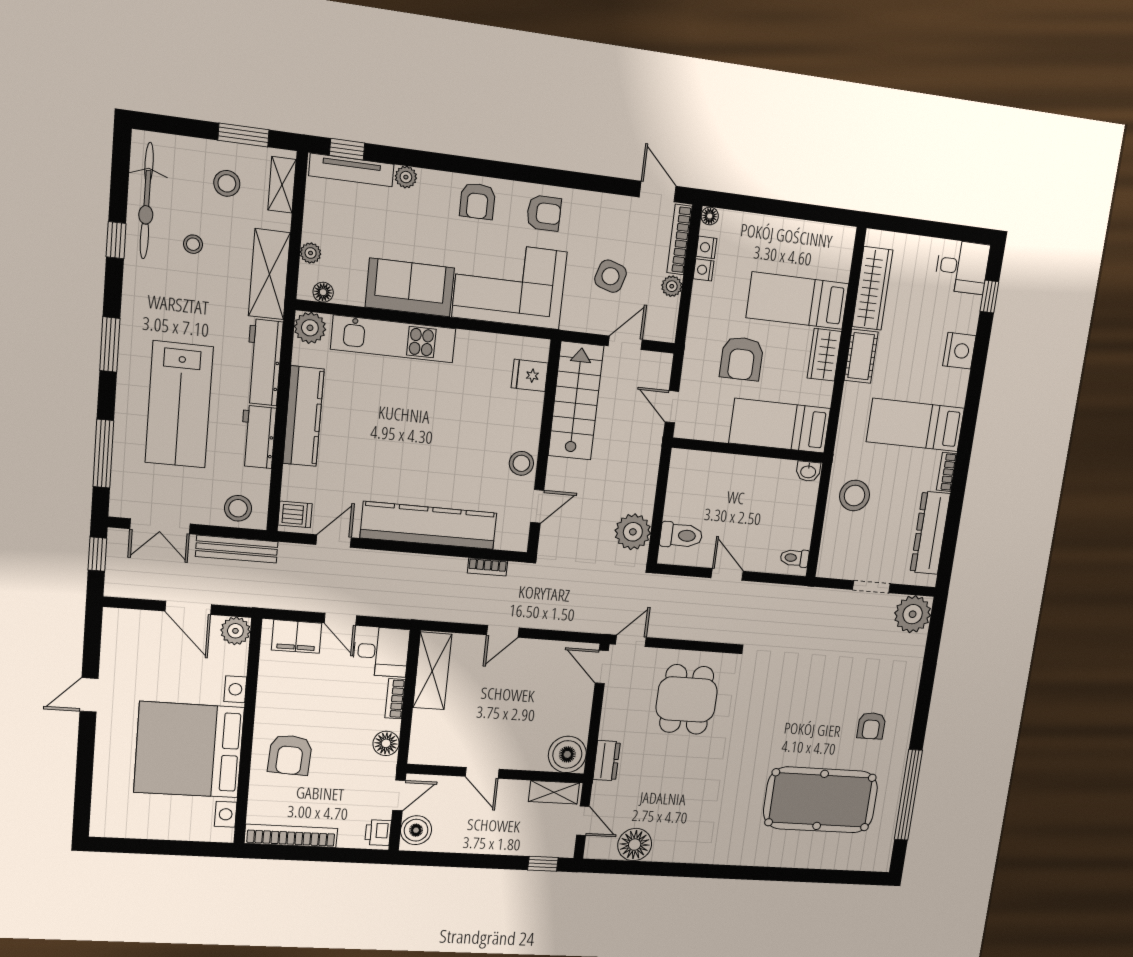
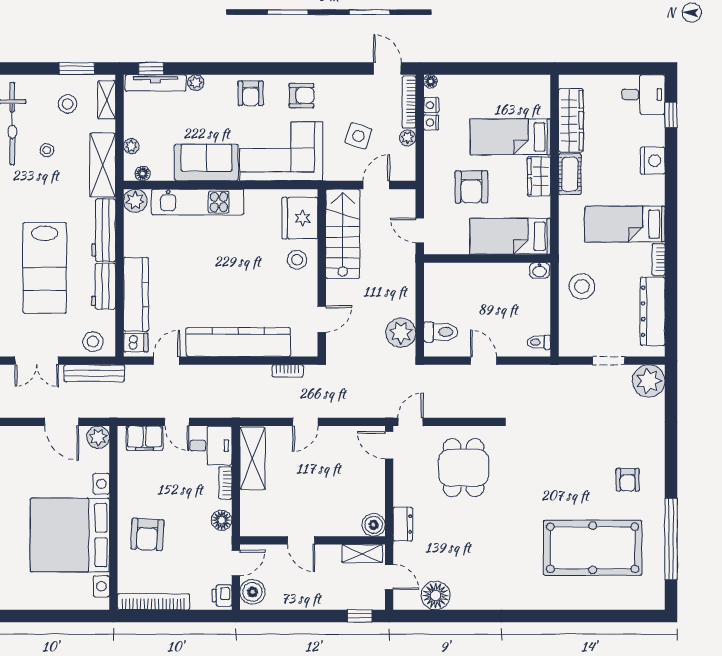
fridge: (530, 375) -> (300, 218), width x1.88, depth x1.34
kitchen counter: (304, 416) -> (136, 294), moved
stool: (521, 463) -> (297, 260), moved
boiler: (567, 754) -> (374, 525), width x0.73, depth x0.73

